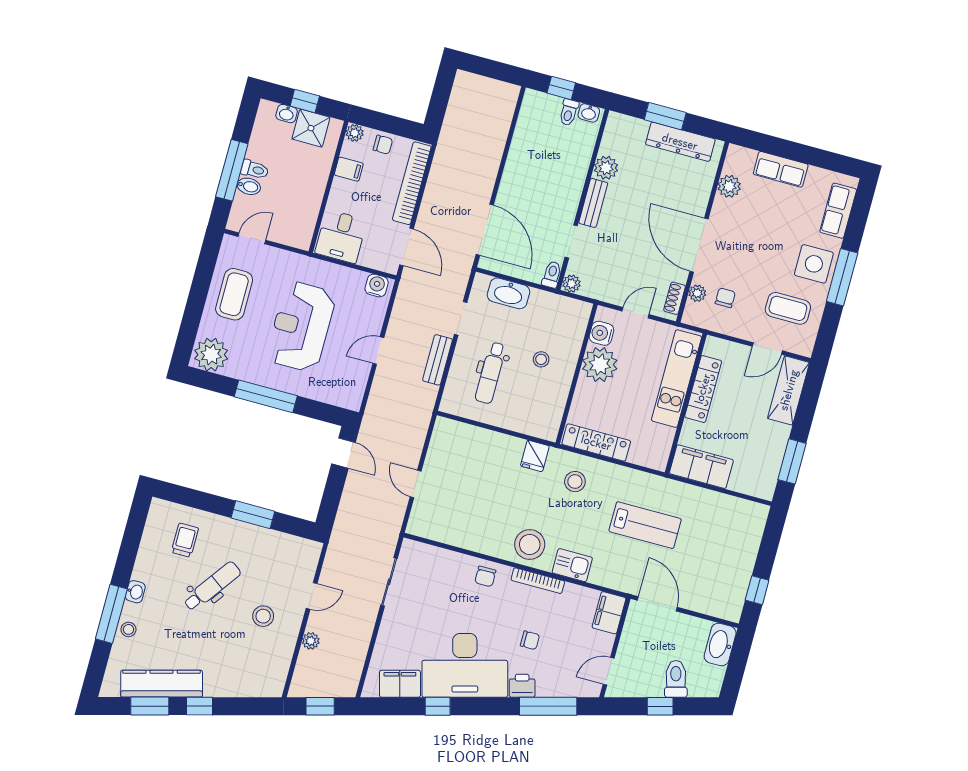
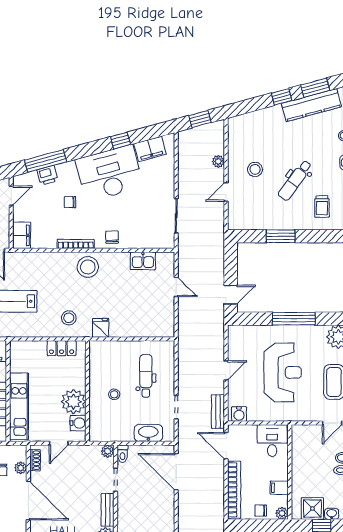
bench: (437, 360) -> (218, 412), moved
locker: (596, 443) -> (62, 348), width x0.66
door: (344, 453) -> (231, 295), swing flipped
kitchen sink: (572, 565) -> (143, 261), moved
printer: (522, 686) -> (47, 175), moved

